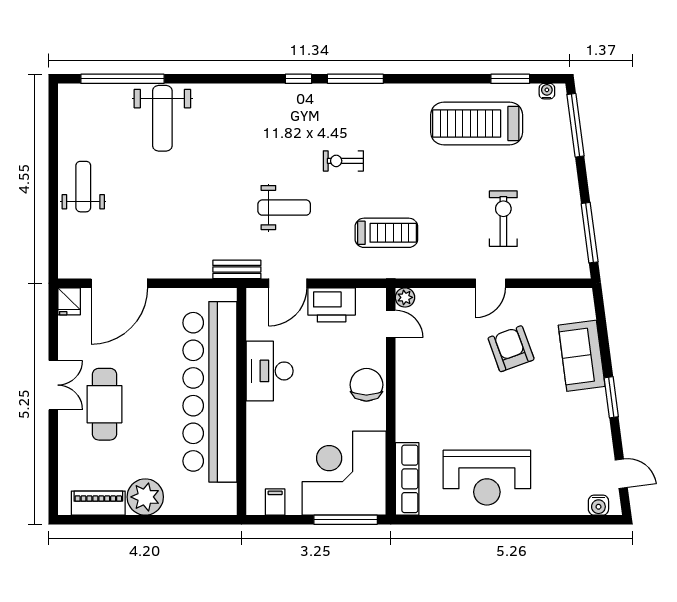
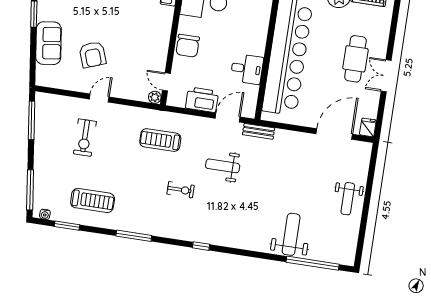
window: (355, 79) -> (134, 236), moved
treadmill: (477, 124) -> (93, 200), width x0.73, depth x0.73
desk: (270, 371) -> (247, 69), width x0.73

